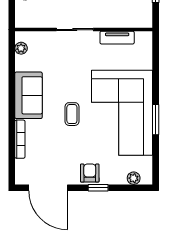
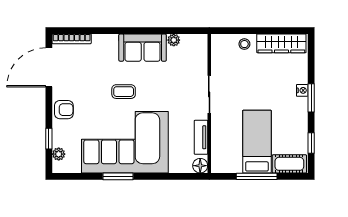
floor lamp: (145, 38) -> (200, 166), added
plant: (21, 48) -> (174, 40), moved
bookcase: (20, 139) -> (72, 39), moved
window: (98, 188) -> (49, 139), moved

